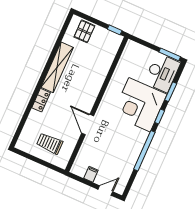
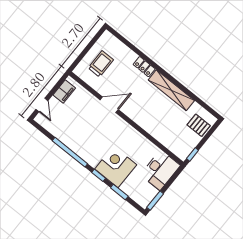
desk: (162, 73) -> (160, 170), moved, turned -90
corner desk: (140, 105) -> (116, 167), width x0.74, depth x0.74
filing cabinet: (91, 174) -> (64, 91), width x2.00

